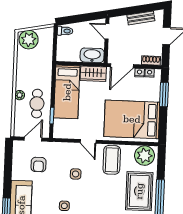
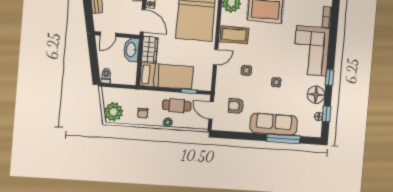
chair: (28, 69) -> (143, 113), added
armchair: (39, 165) -> (236, 106), turned 180

